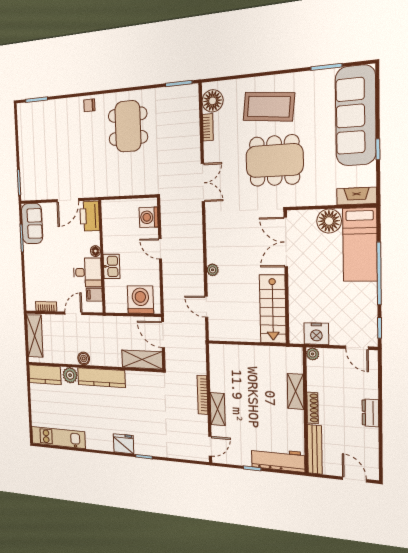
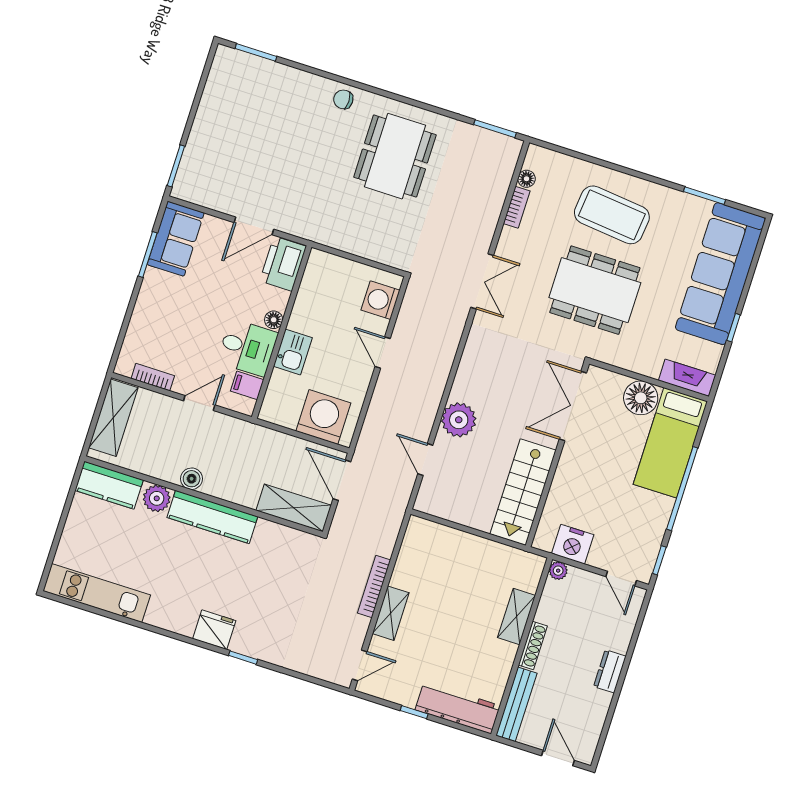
floor lamp: (213, 101) -> (527, 179), width x0.53, depth x0.53
plant: (213, 270) -> (459, 420), width x1.88, depth x1.88

